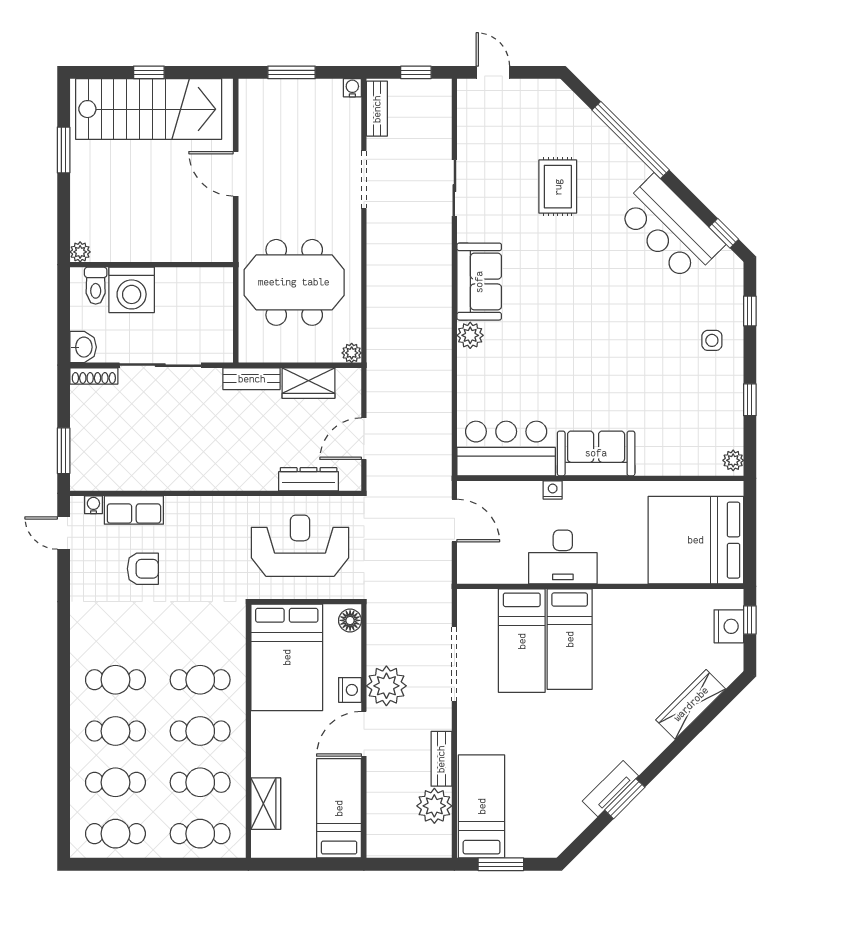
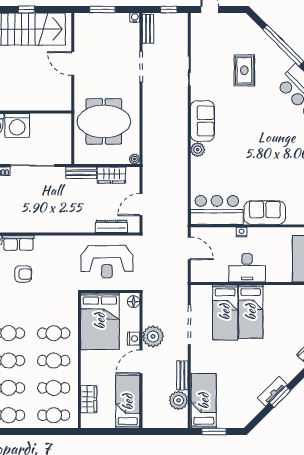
reception desk: (300, 546) -> (107, 262), turned 180

